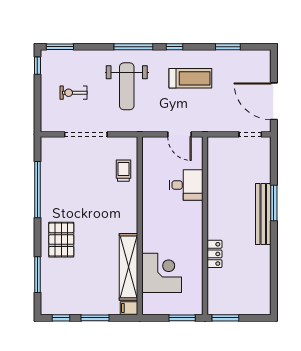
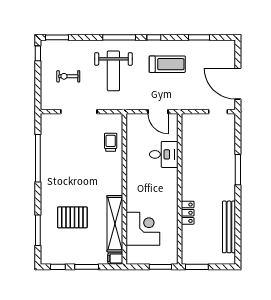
bench: (263, 214) -> (229, 227), moved
pallet: (61, 240) -> (72, 217), moved, turned 90

